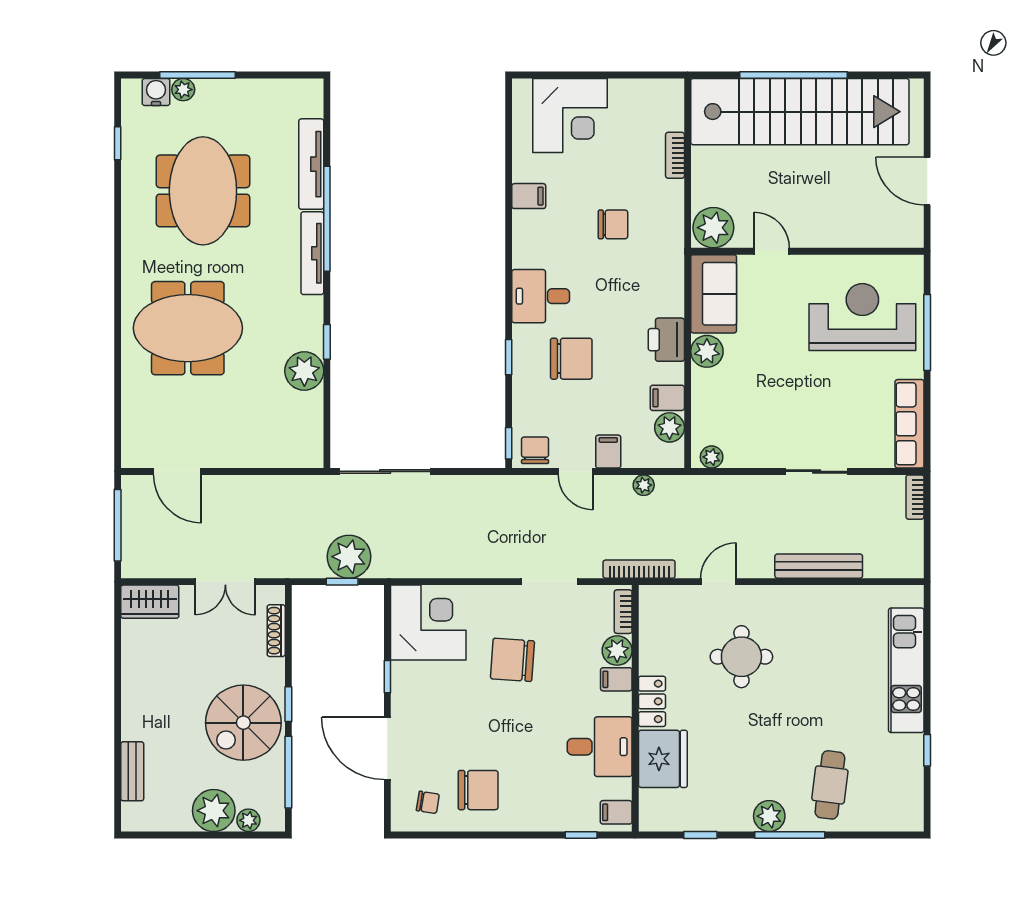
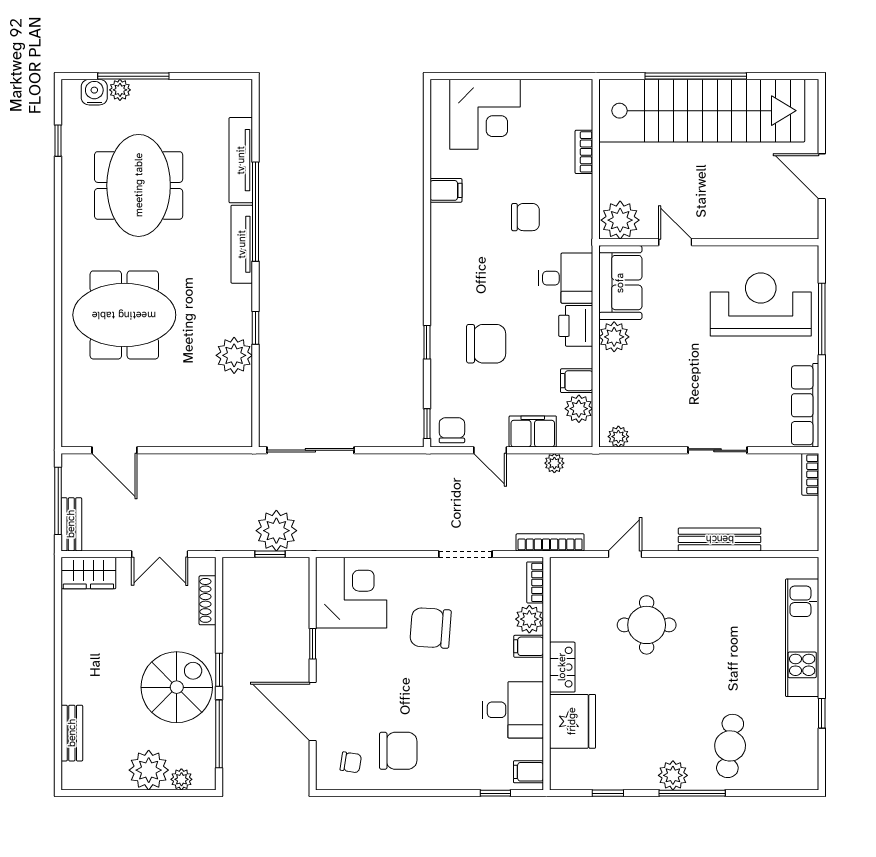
desk: (541, 296) -> (566, 278), moved, turned 180
filing cabinet: (608, 452) -> (533, 431), width x2.00
bench: (132, 550) -> (71, 524), added
spiral stairs: (243, 723) -> (177, 687), turned 180

